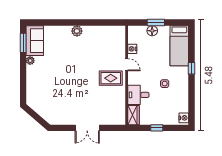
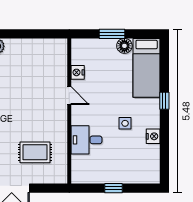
floor lamp: (152, 31) -> (124, 46), moved
rug: (111, 78) -> (35, 152), moved
wardrobe: (133, 115) -> (79, 170), removed
nightstand: (184, 118) -> (153, 136), moved

